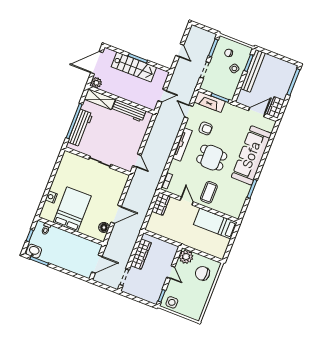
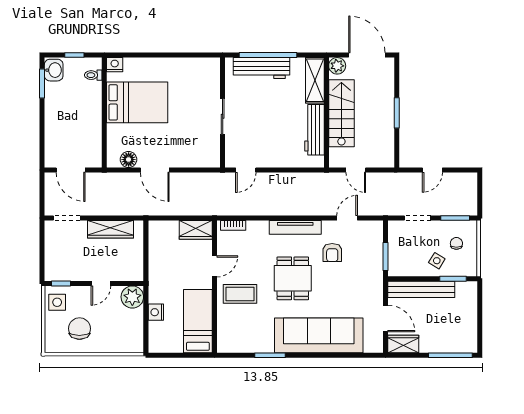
stairs: (134, 67) -> (341, 113), moved, turned 180
bench: (253, 71) -> (421, 289), moved
fireplace: (210, 102) -> (374, 243), removed
nightstand: (51, 197) -> (115, 65), moved
nightstand: (200, 246) -> (156, 312), added
chair: (202, 273) -> (79, 329), moved

